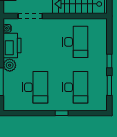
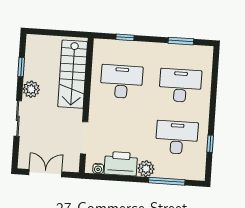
window: (109, 61) -> (125, 37), moved
window: (62, 113) -> (210, 144), moved

